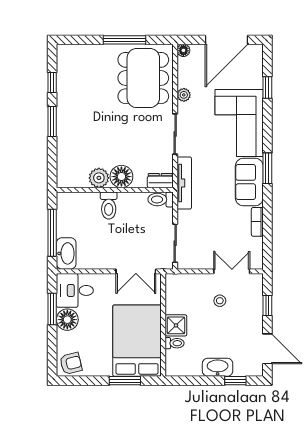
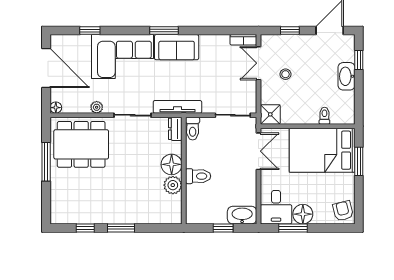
bookcase: (257, 222) -> (243, 40), moved
window: (52, 233) -> (223, 228), width x0.46
shower: (176, 325) -> (270, 114), moved

